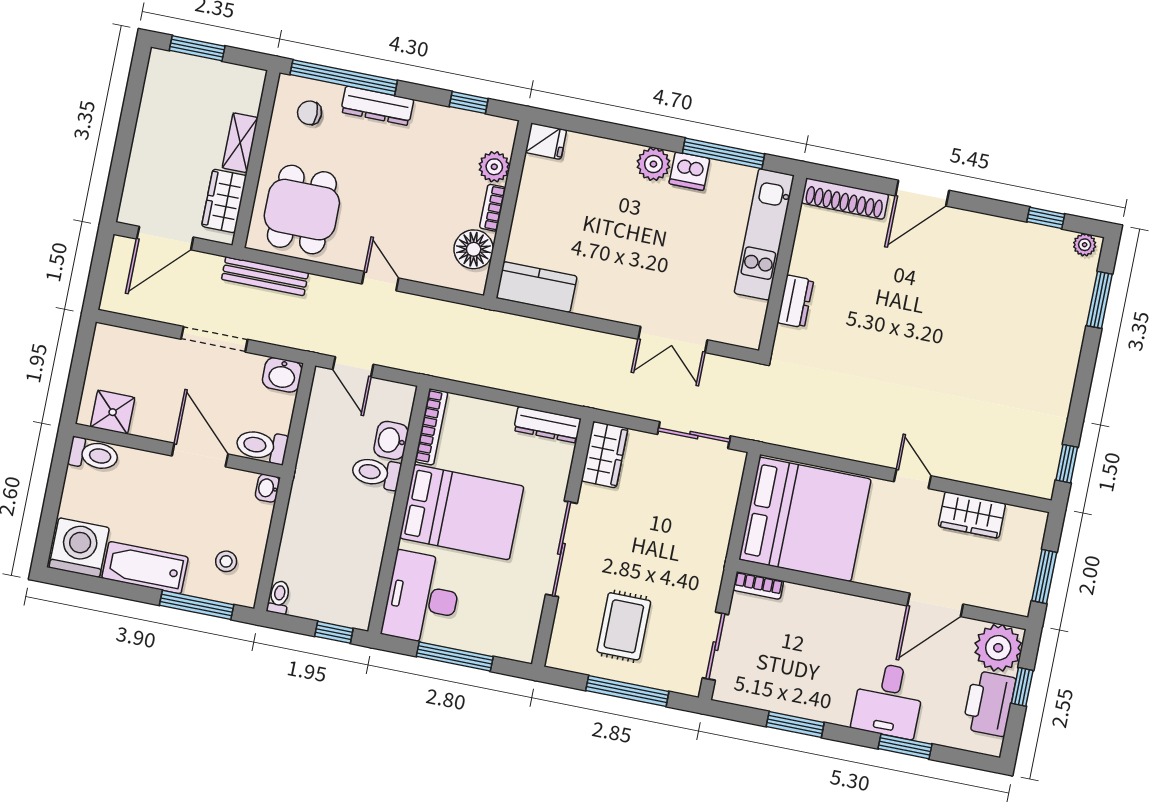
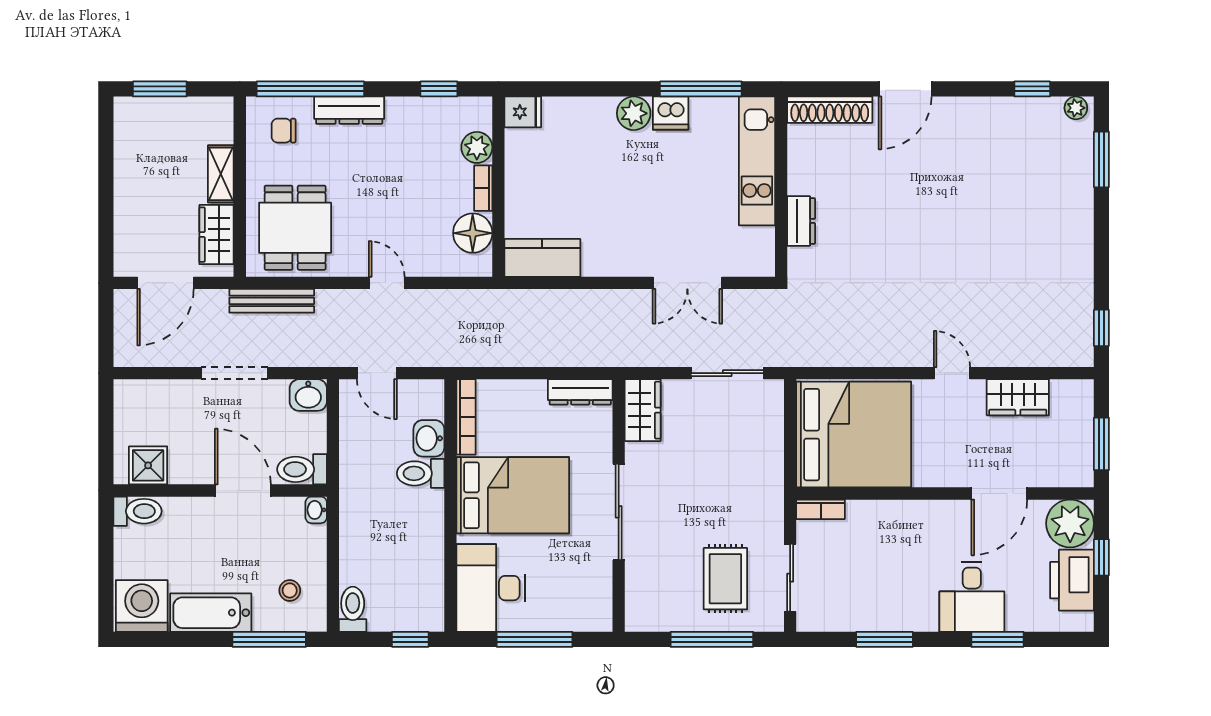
toilet: (279, 597) -> (353, 609), width x1.37, depth x1.39
rug: (624, 626) -> (725, 579), moved

